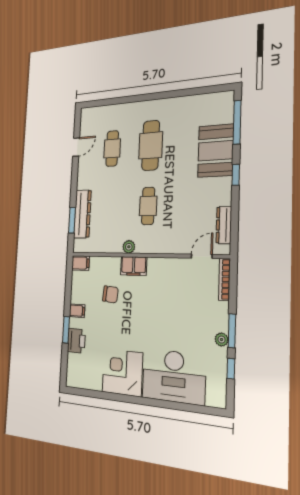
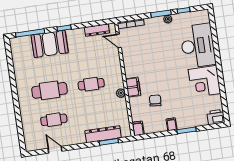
printer: (76, 341) -> (216, 117), moved

